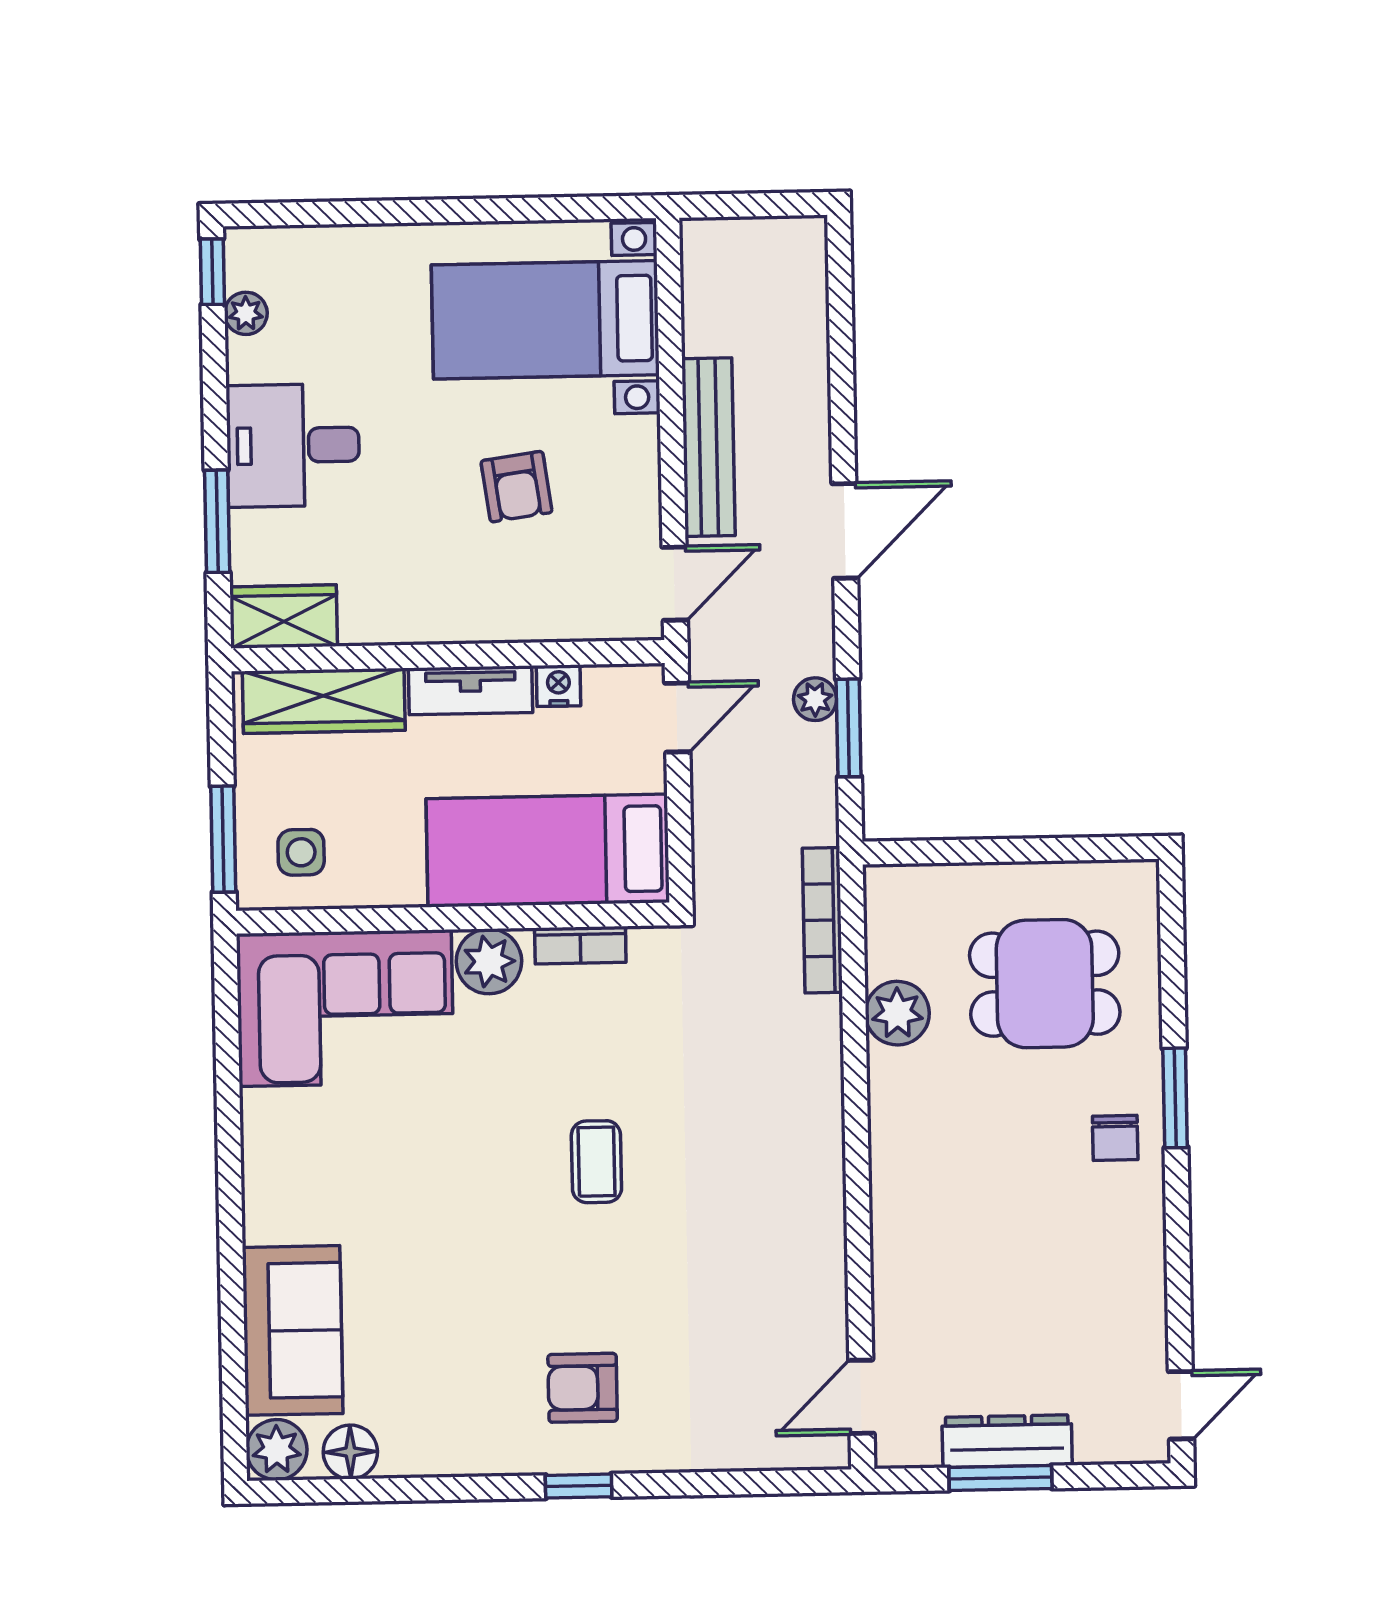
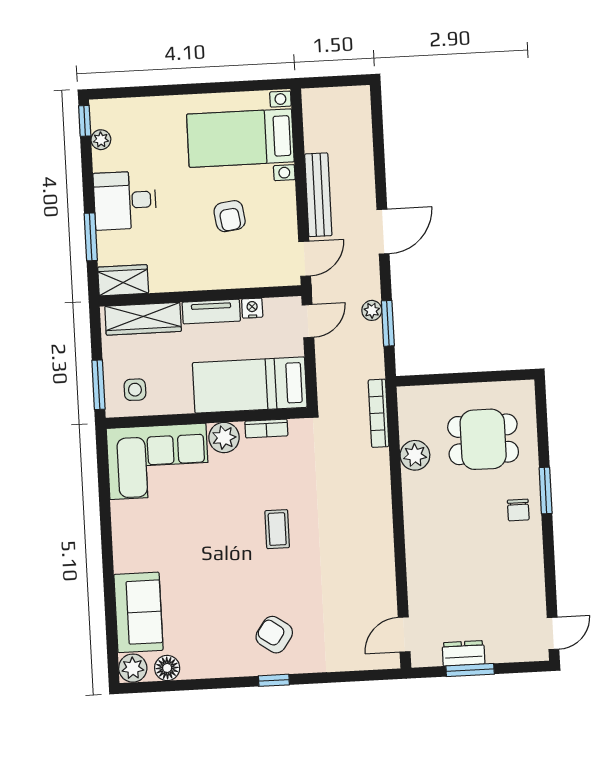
armchair: (583, 1388) -> (274, 635), turned 35
dresser: (1007, 1441) -> (463, 653), width x0.70

